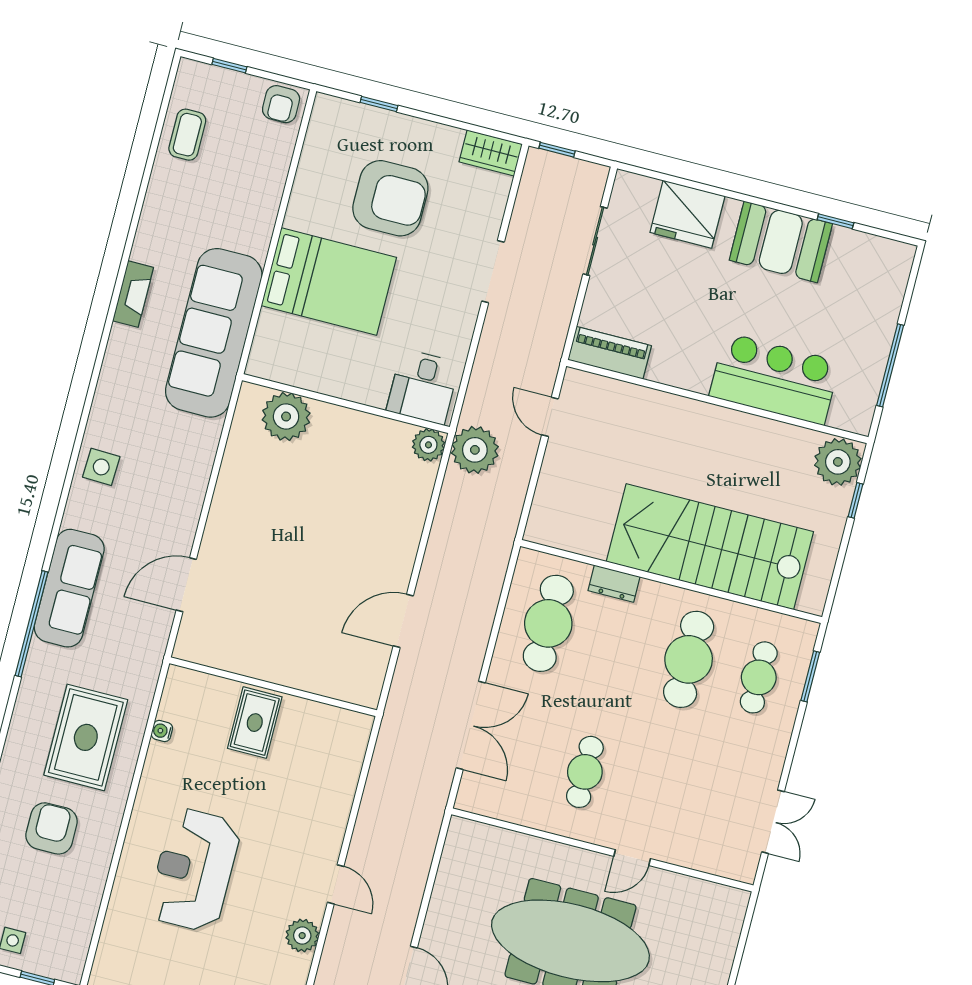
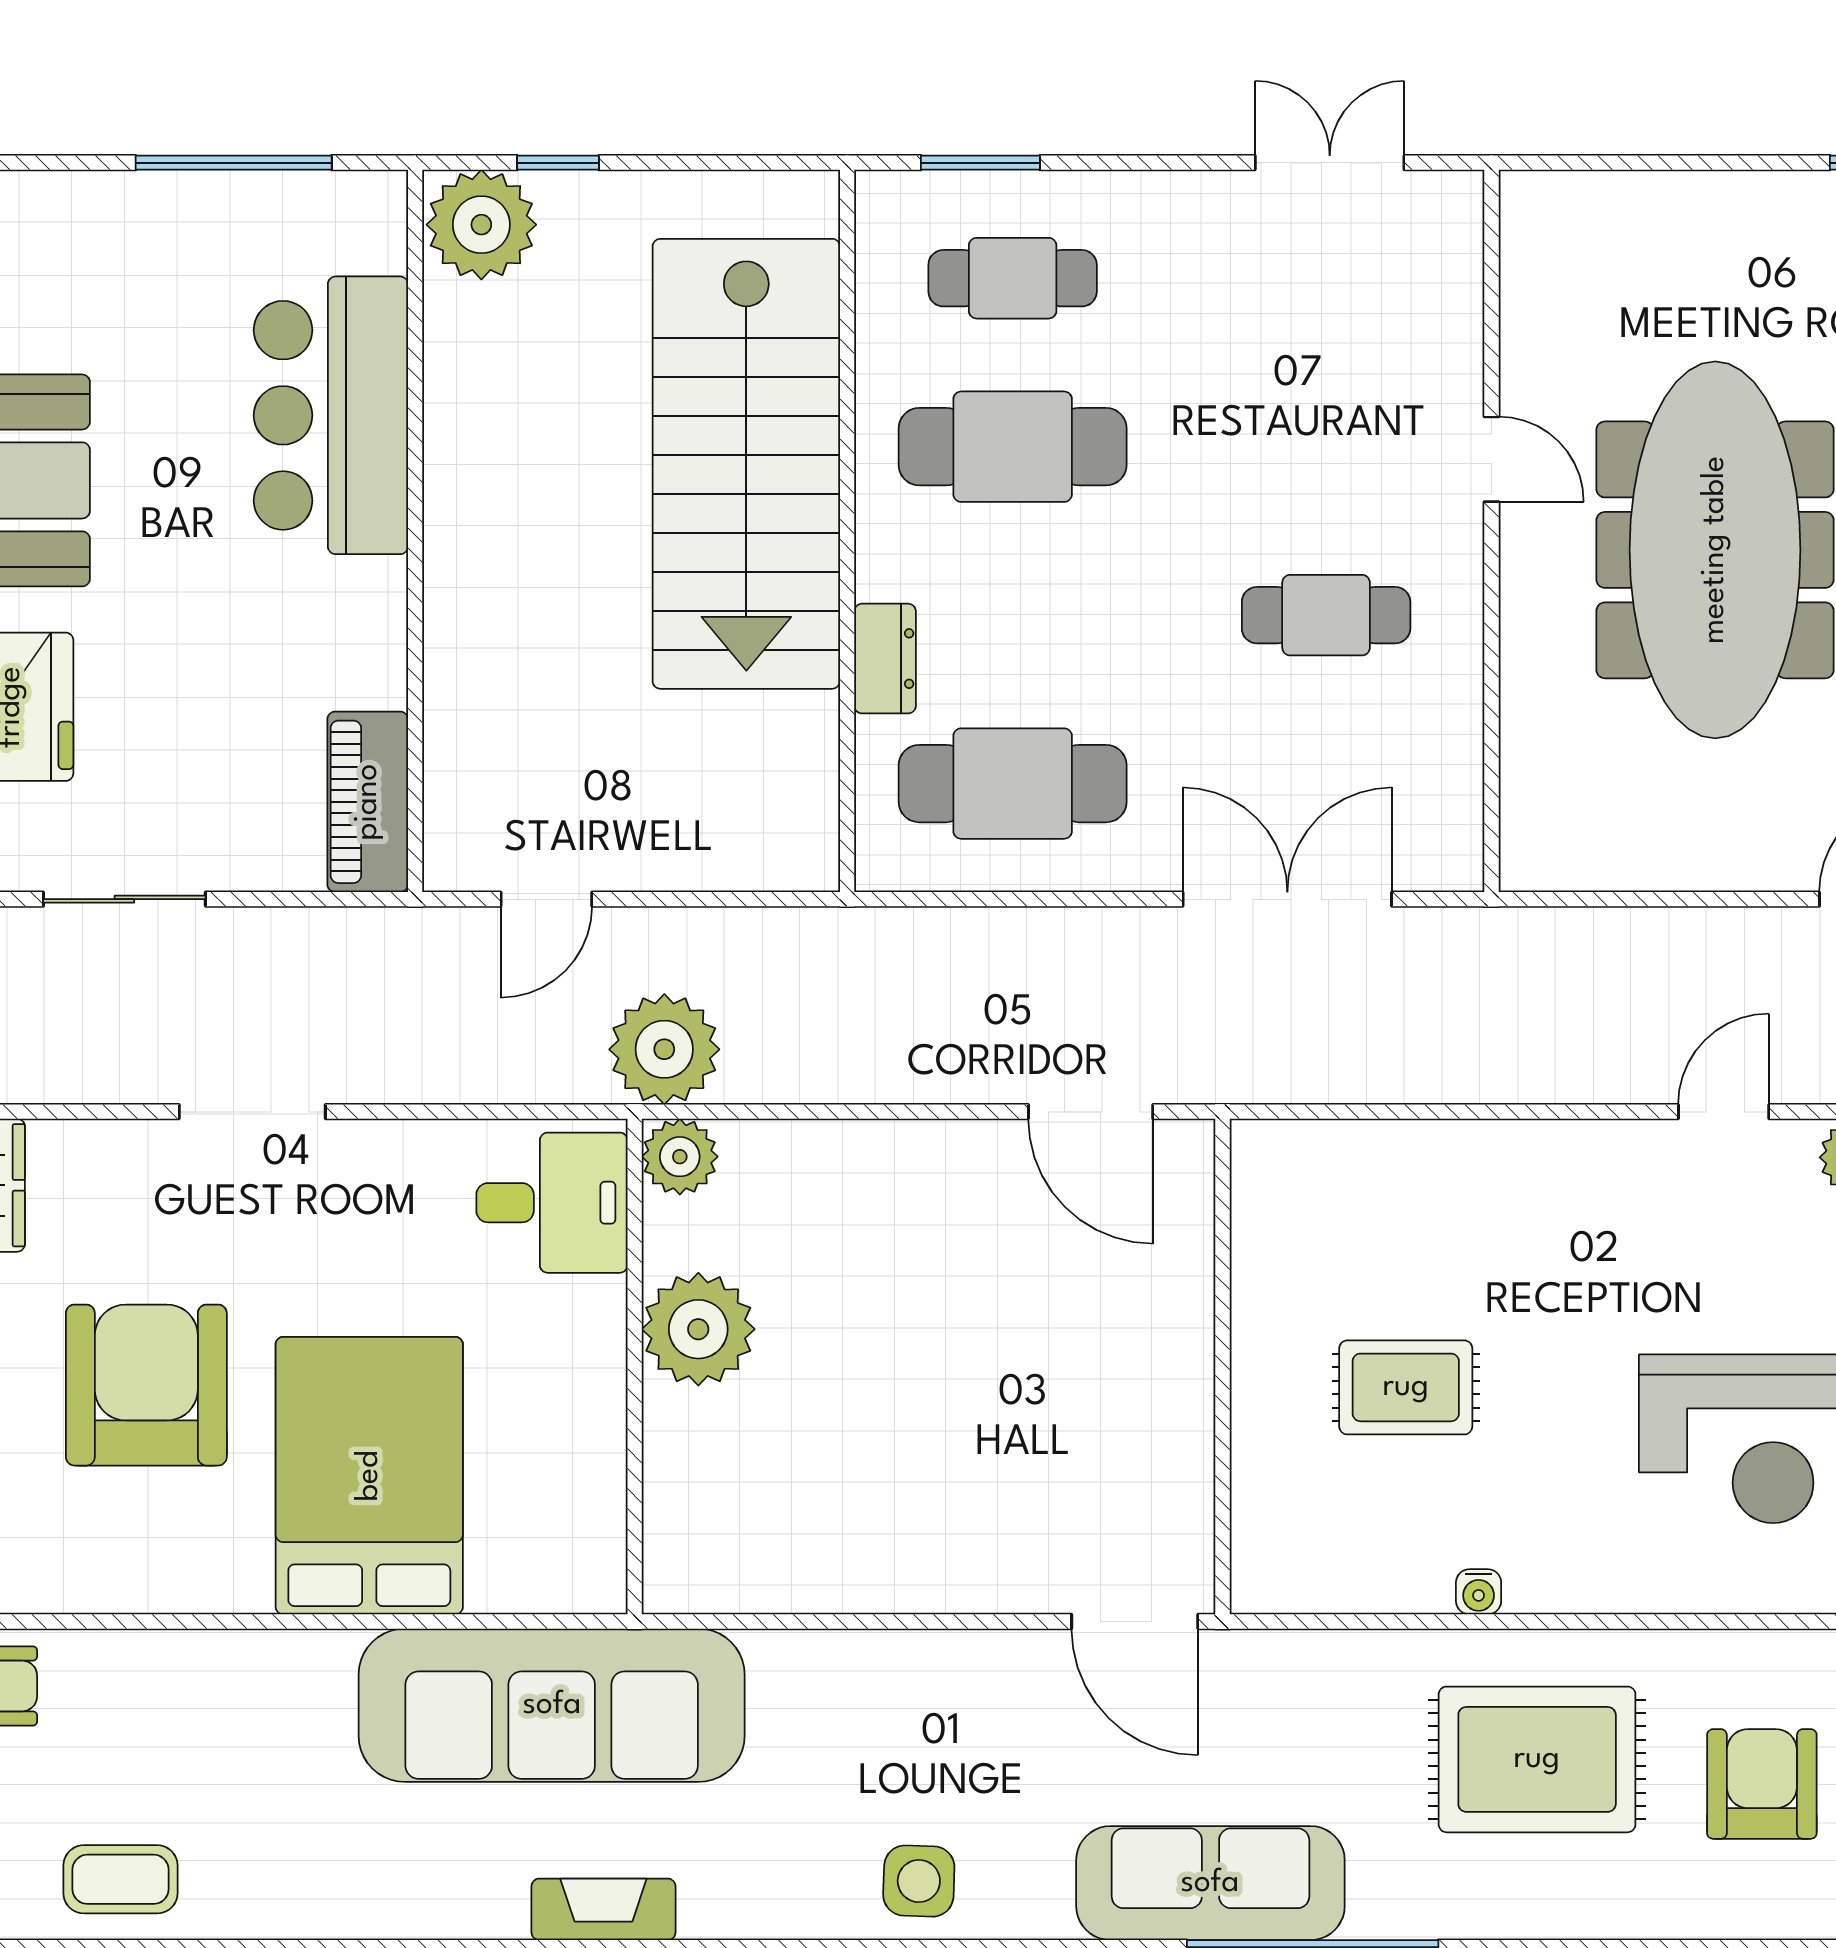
fireplace: (133, 294) -> (603, 1909), moved
plant: (286, 416) -> (698, 1329), moved
wall: (273, 687) -> (1222, 1367), moved
armchair: (52, 828) -> (1762, 1784), turned 90

